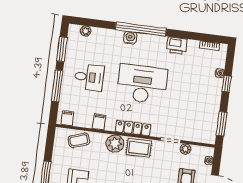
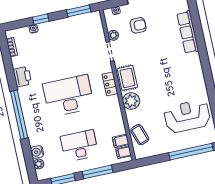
water cooler: (130, 38) -> (37, 152), moved
desk: (89, 77) -> (79, 146), width x1.37
desk: (142, 84) -> (68, 96), turned 90
filing cabinet: (99, 122) -> (121, 141), moved
locker: (133, 128) -> (110, 84), width x0.66

